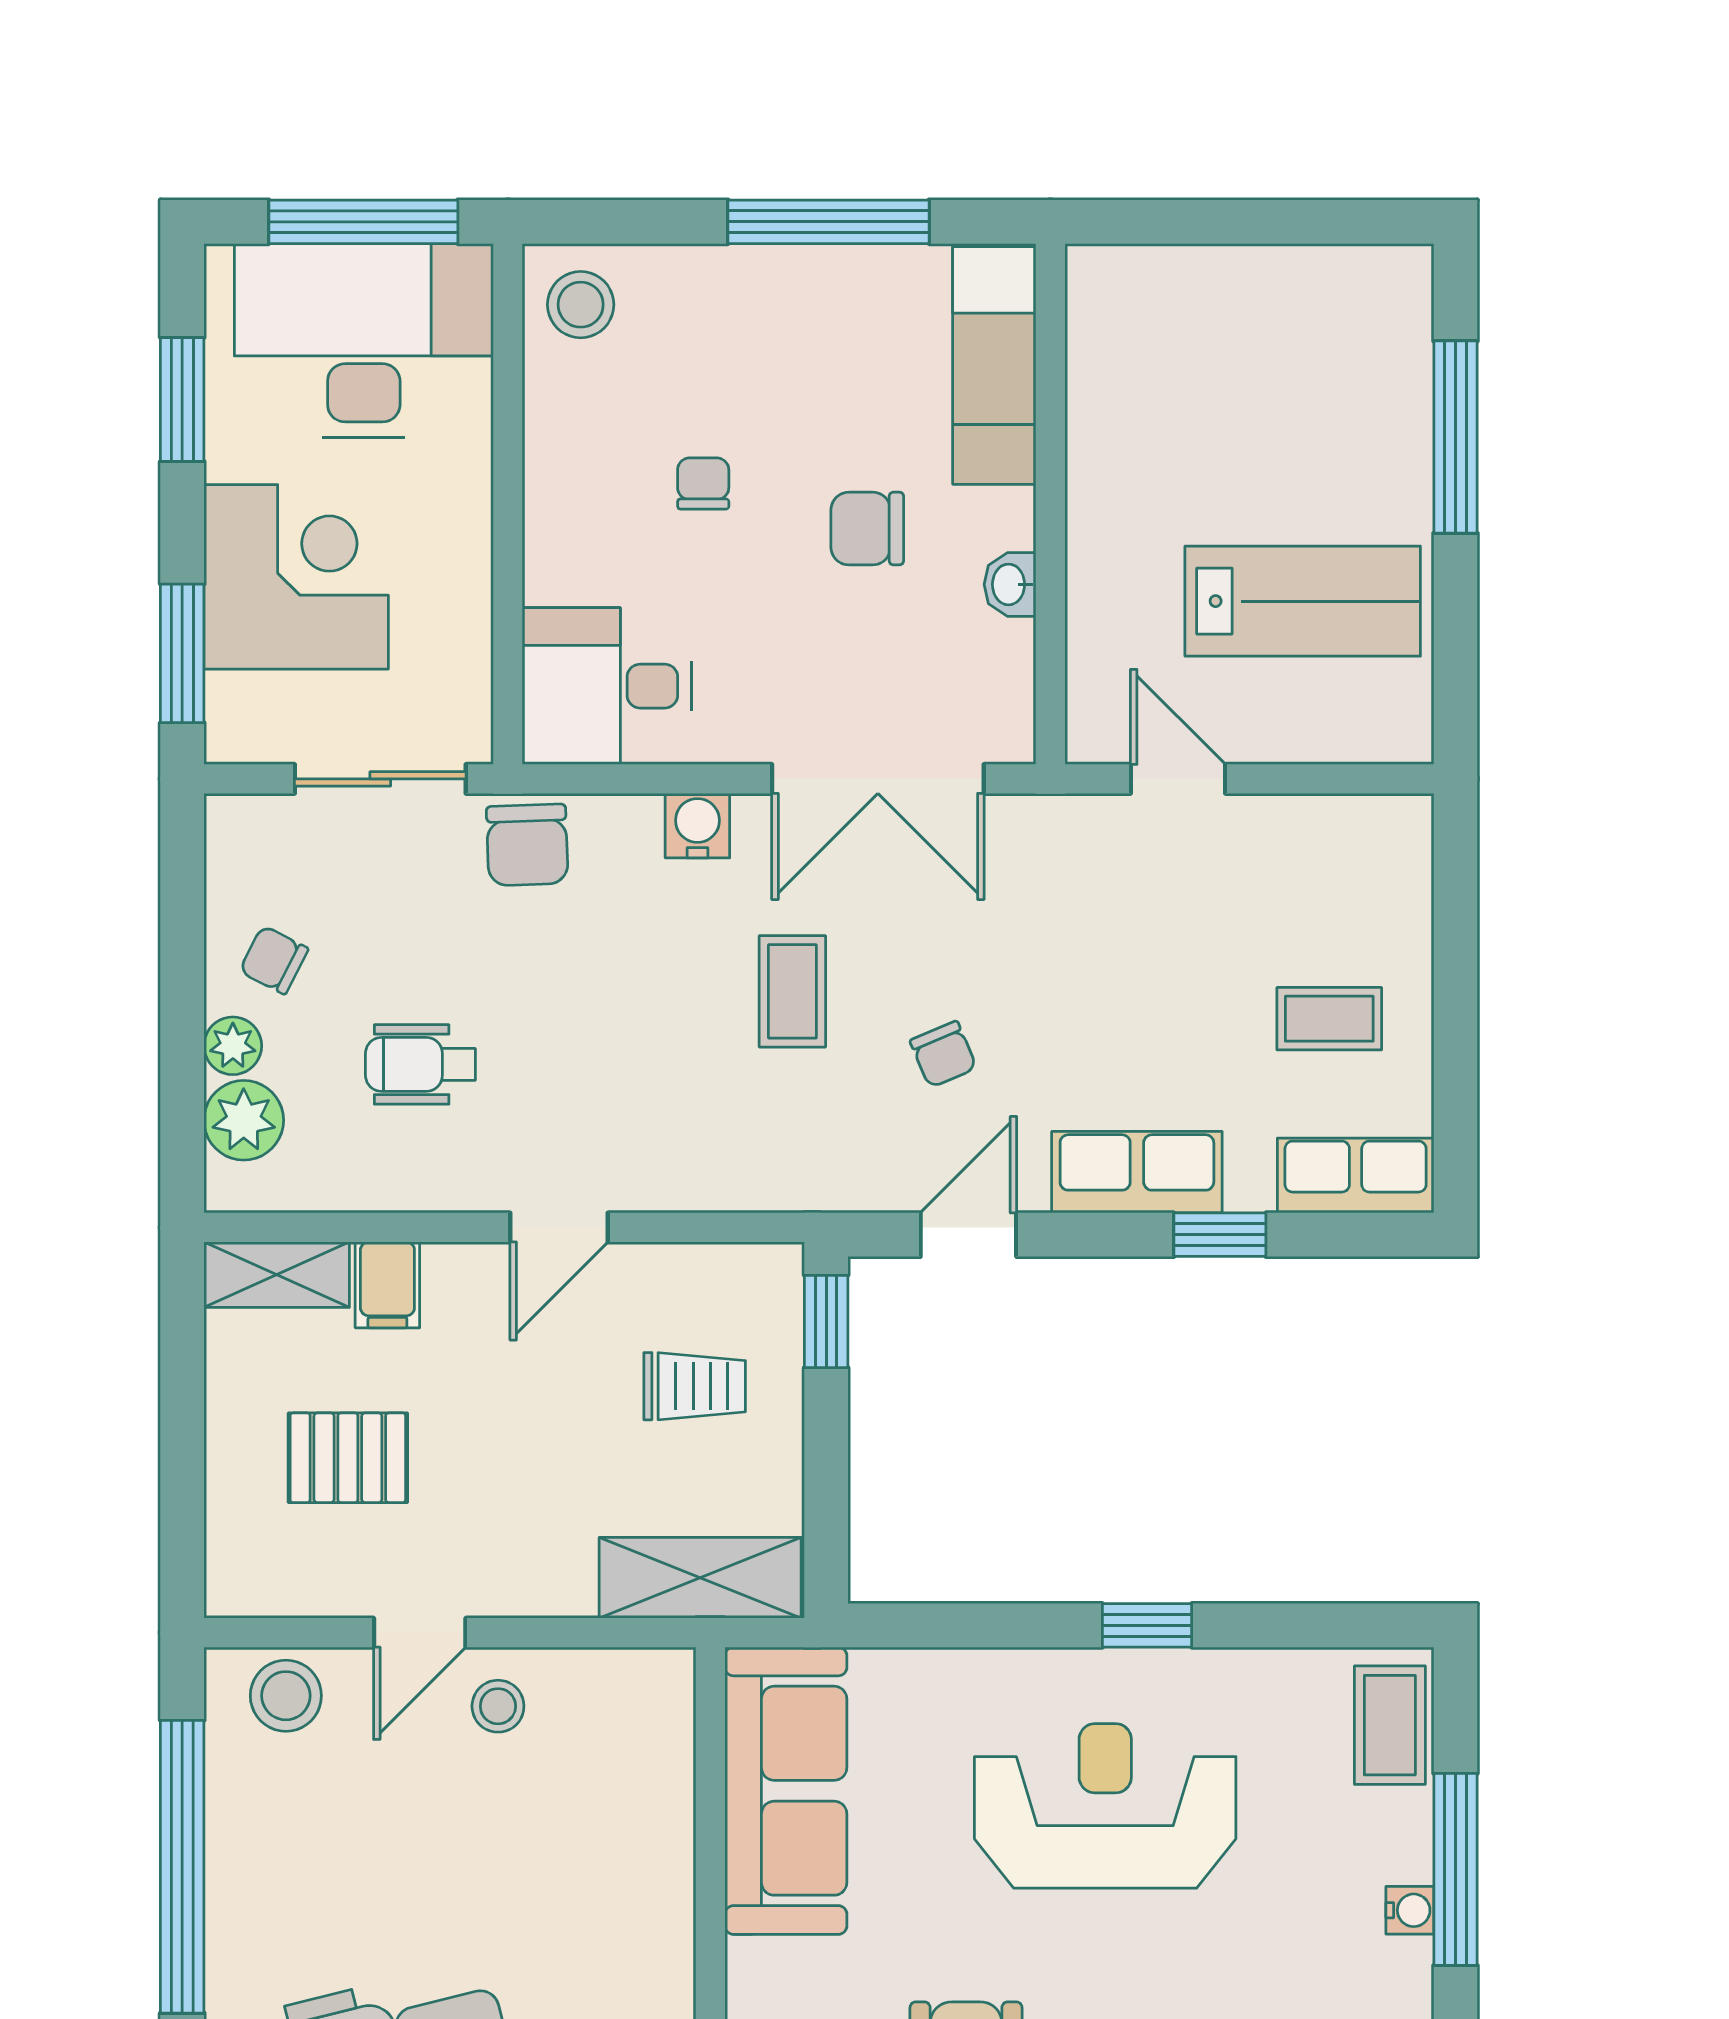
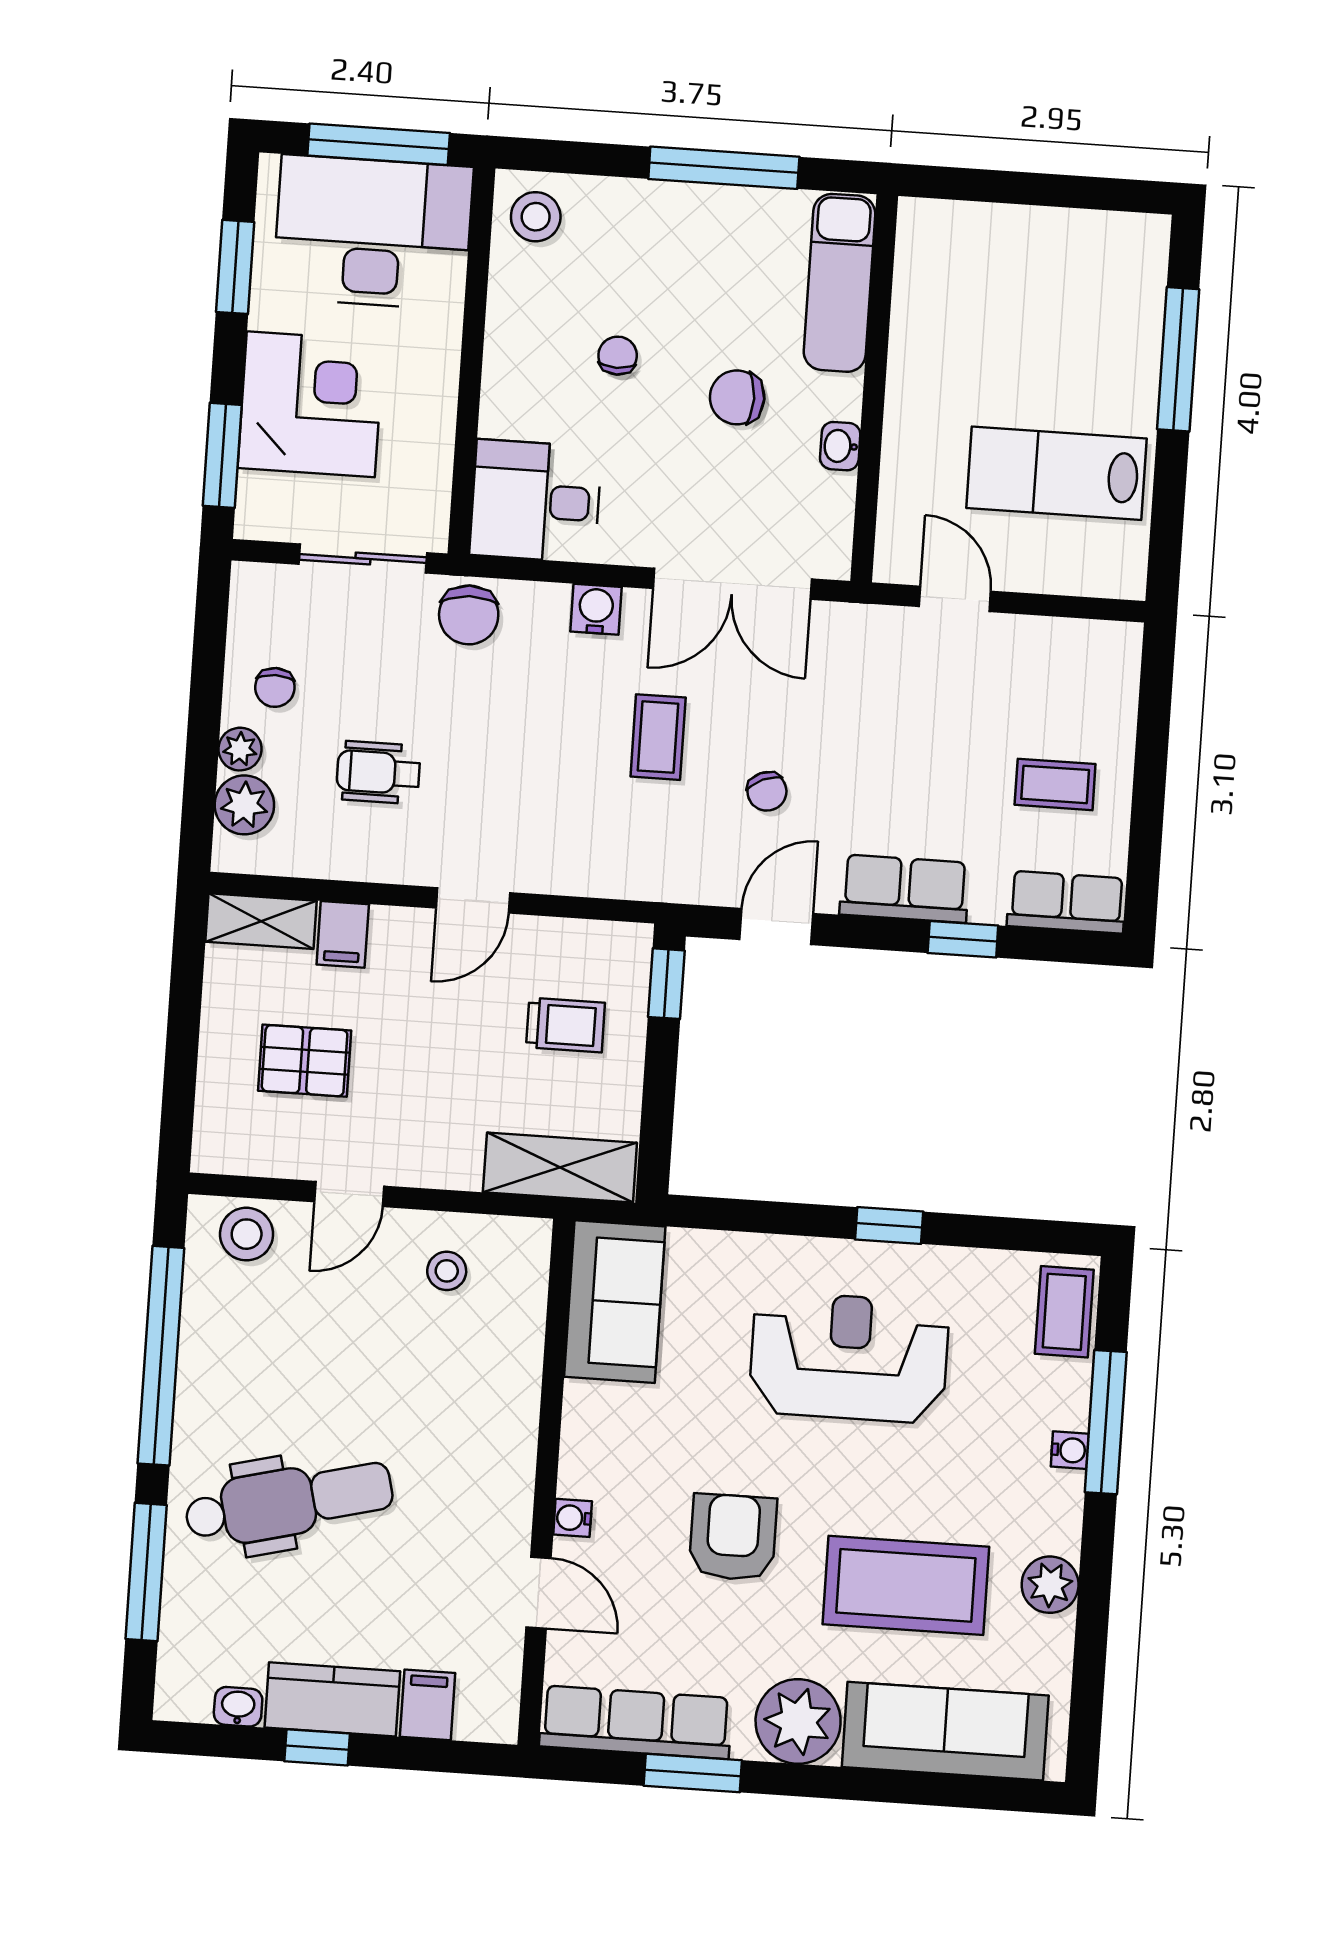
lab bench: (1303, 601) -> (1056, 473), turned 180
chair: (274, 960) -> (275, 687), turned -117
stool: (498, 1706) -> (447, 1271), moved
sofa: (786, 1791) -> (615, 1302), width x0.73

